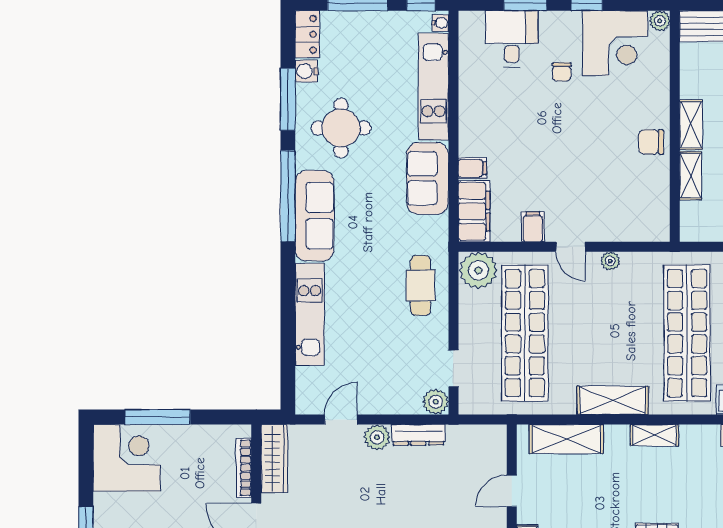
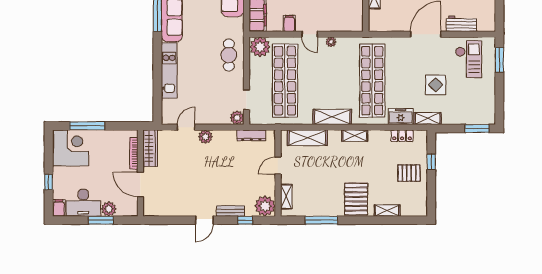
dresser: (418, 435) -> (251, 135), moved

